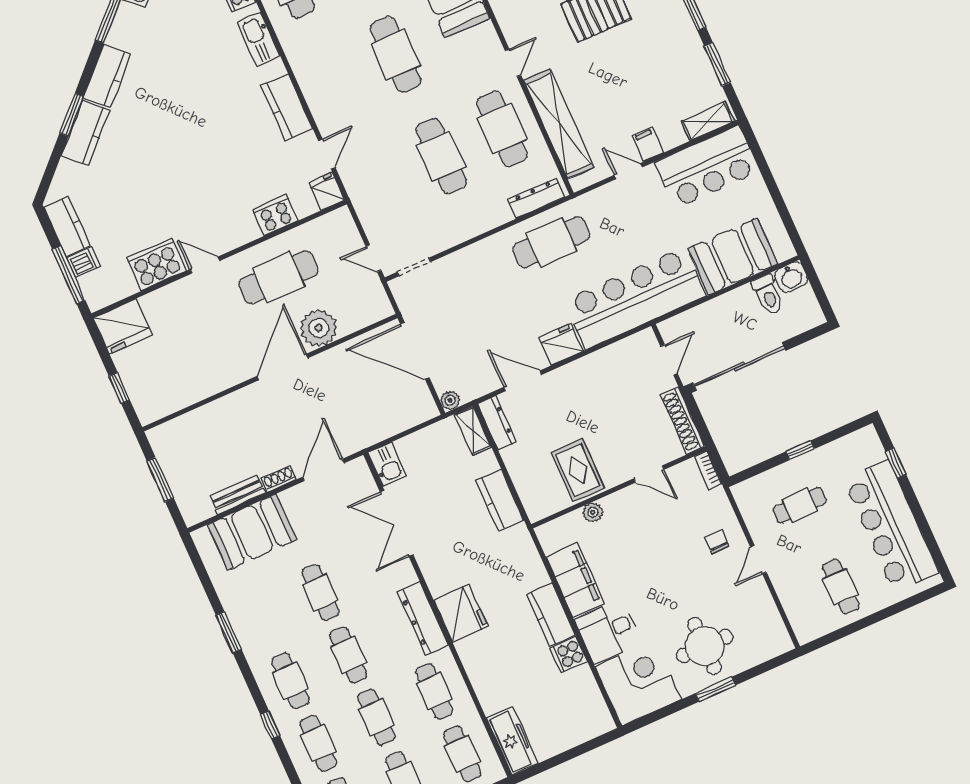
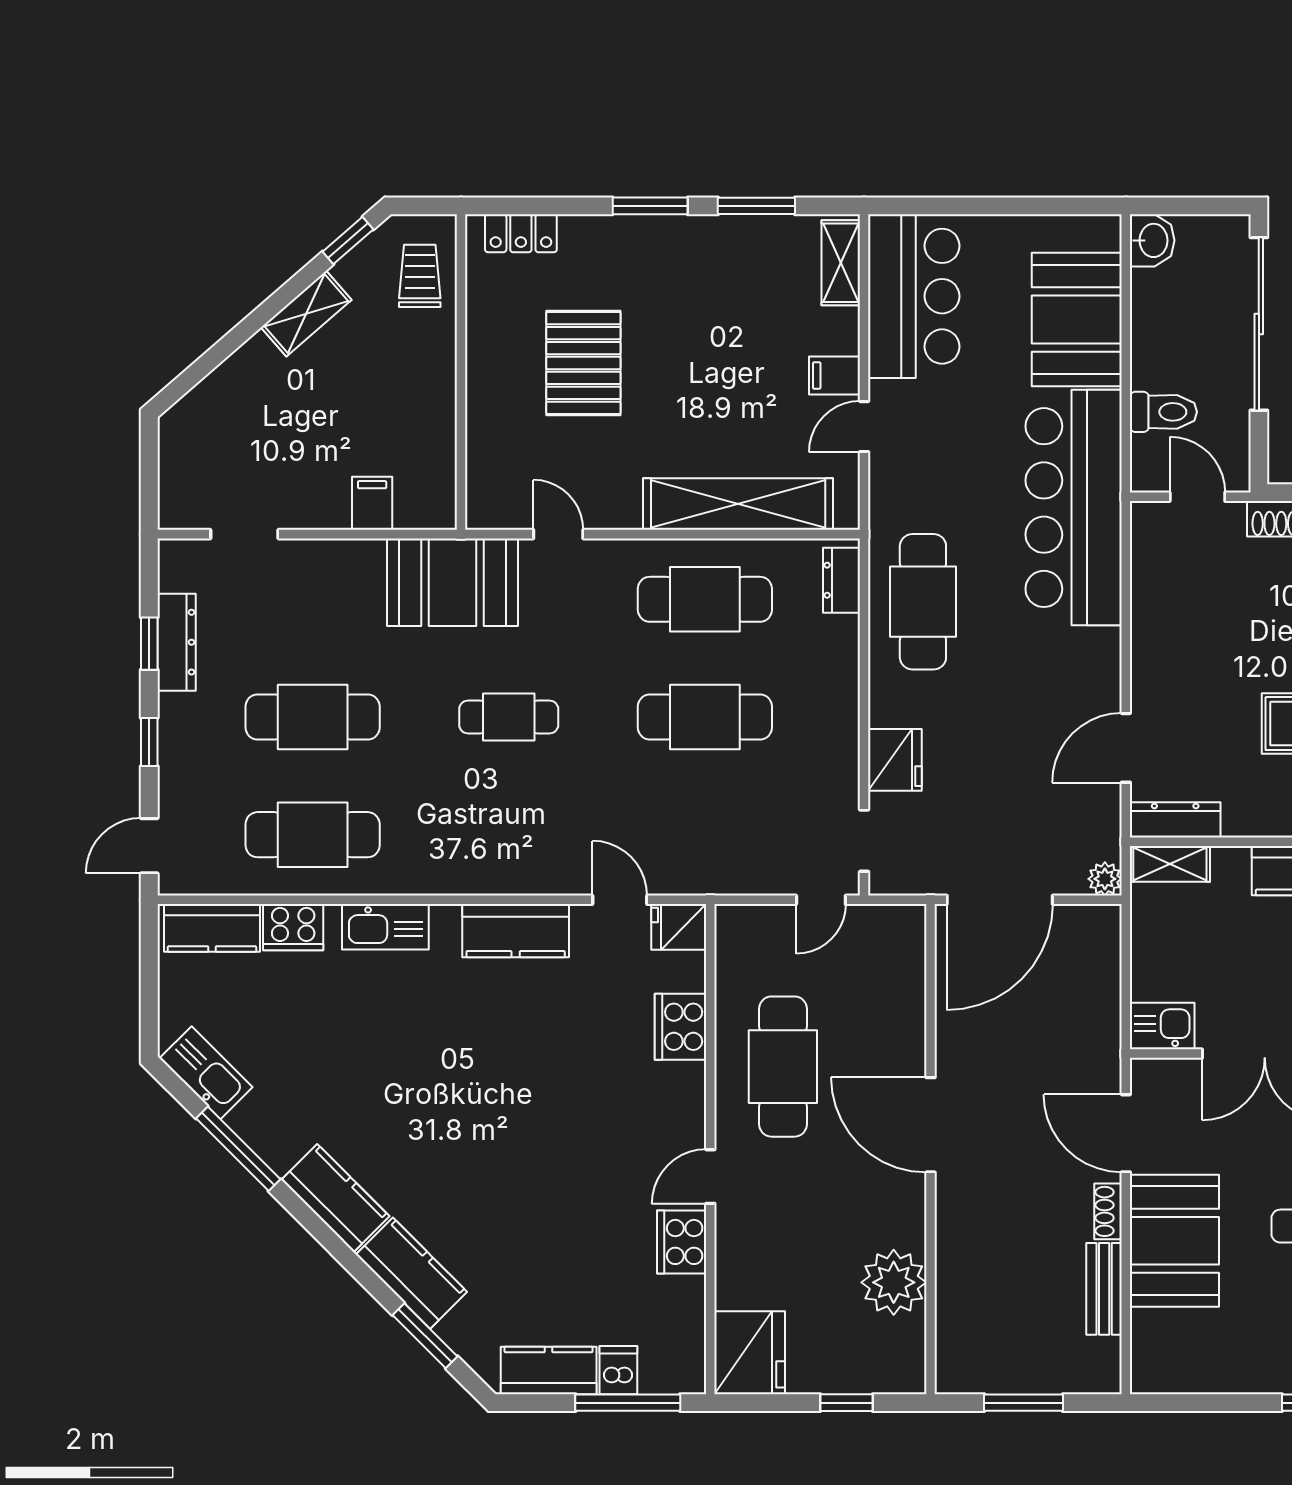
cafe table: (396, 55) -> (509, 717), width x0.73, depth x0.74
door: (513, 63) -> (558, 534), moved
window: (72, 115) -> (425, 1336), moved
dresser: (536, 198) -> (841, 580), width x0.70
cooker: (156, 264) -> (682, 1242), width x0.73, depth x0.76
toilet: (768, 294) -> (1163, 412), moved
plant: (319, 328) -> (894, 1282), moved
fridge: (561, 345) -> (895, 760), moved, turned 180
sliding door: (739, 366) -> (1259, 324), moved
booth: (252, 532) -> (1174, 1241), moved

